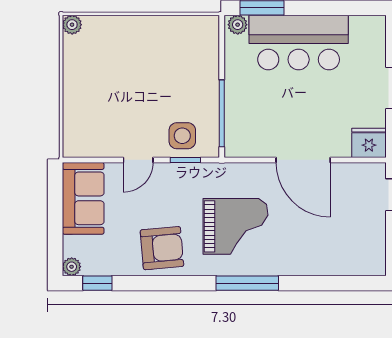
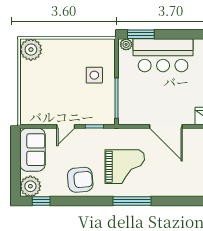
plant: (72, 25) -> (31, 50), width x1.87, depth x1.87
side table: (182, 136) -> (94, 75), moved
plant: (72, 267) -> (30, 186), width x1.87, depth x1.87

